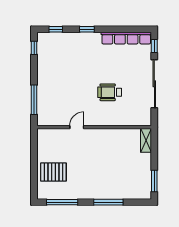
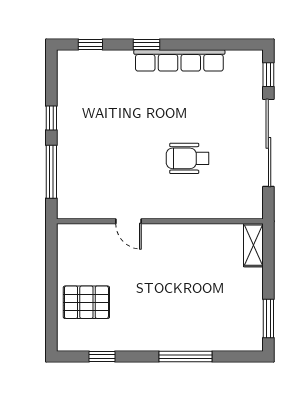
row of seats: (126, 38) -> (179, 60), moved
window: (34, 48) -> (51, 118), moved
door: (77, 127) -> (128, 221), swing flipped
window: (62, 202) -> (102, 357), width x0.46

